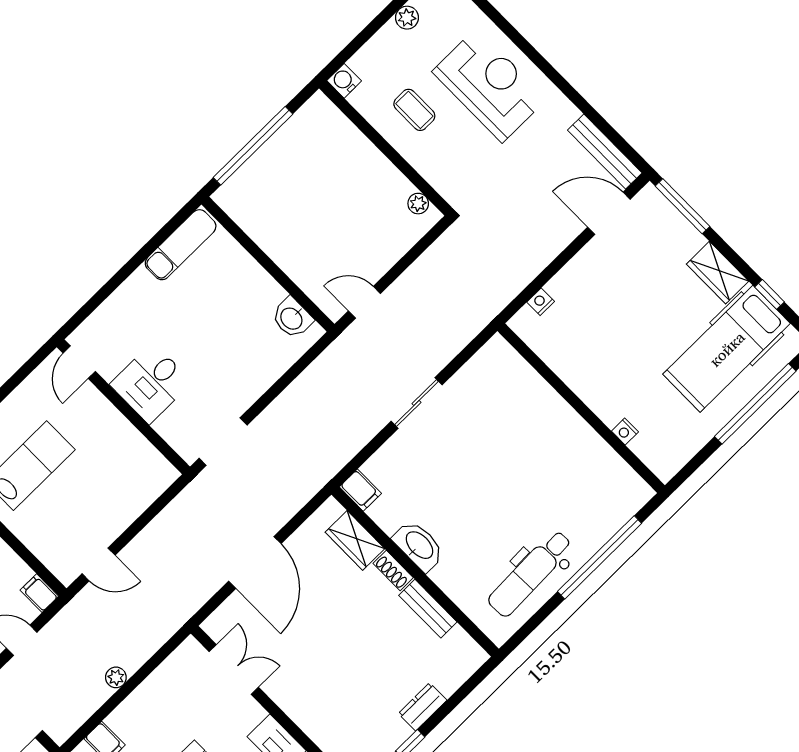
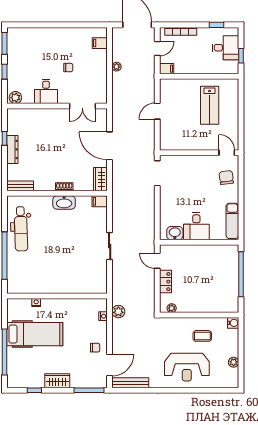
locker: (385, 256) -> (166, 282), added
chair: (604, 264) -> (95, 348), added
plant: (509, 284) -> (118, 312), added
door: (364, 302) -> (157, 261), swing flipped
chair: (120, 323) -> (226, 178), added
hospital bed: (727, 349) -> (35, 334), moved, turned 90
desk: (151, 383) -> (196, 226), moved, turned 180
wardrobe: (355, 540) -> (100, 179), moved, turned -90
door: (99, 564) -> (157, 111), moved
dental chair: (530, 573) -> (21, 229), turned 180
bench: (428, 609) -> (20, 186), moved
dresser: (423, 707) -> (12, 149), width x1.44

